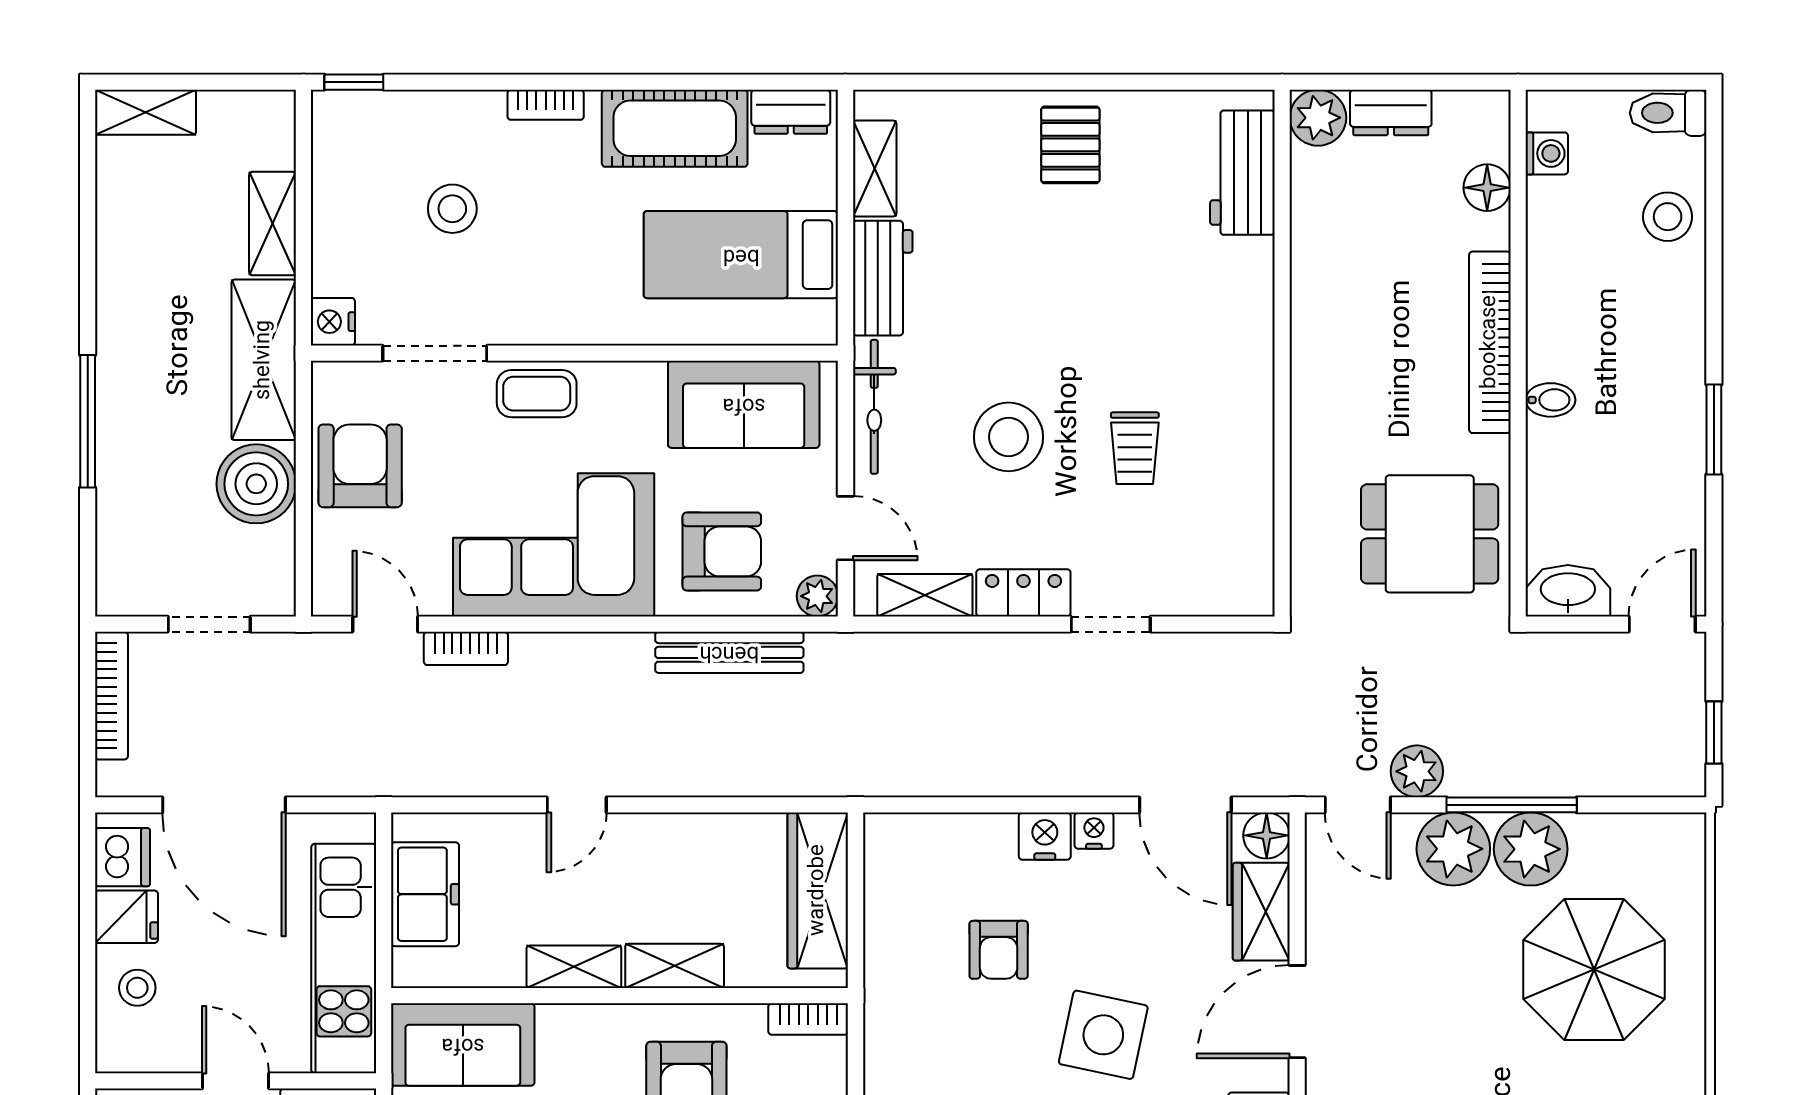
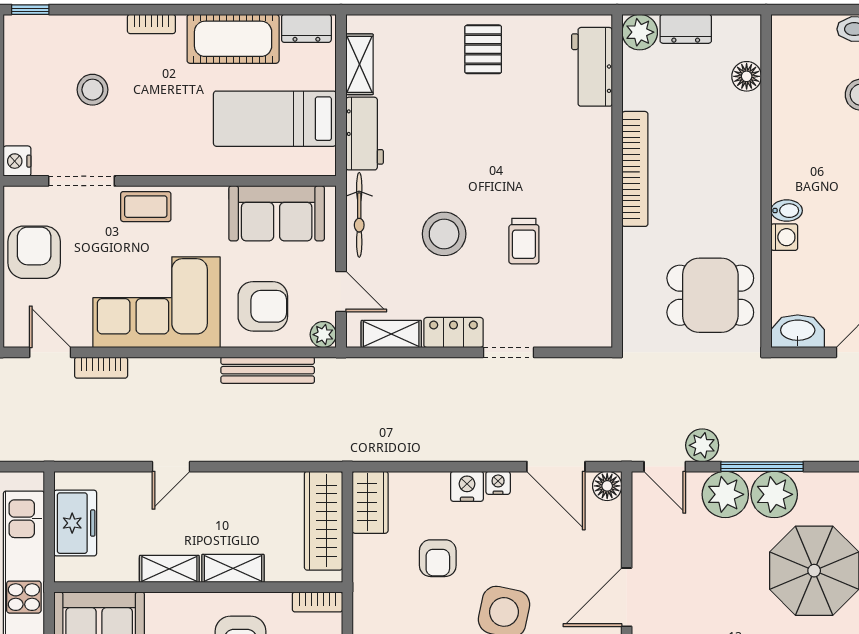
washing machine: (1547, 153) -> (784, 237), moved
bookcase: (1490, 342) -> (635, 169), moved, turned 180
wardrobe: (1261, 912) -> (370, 502), moved, turned 180

